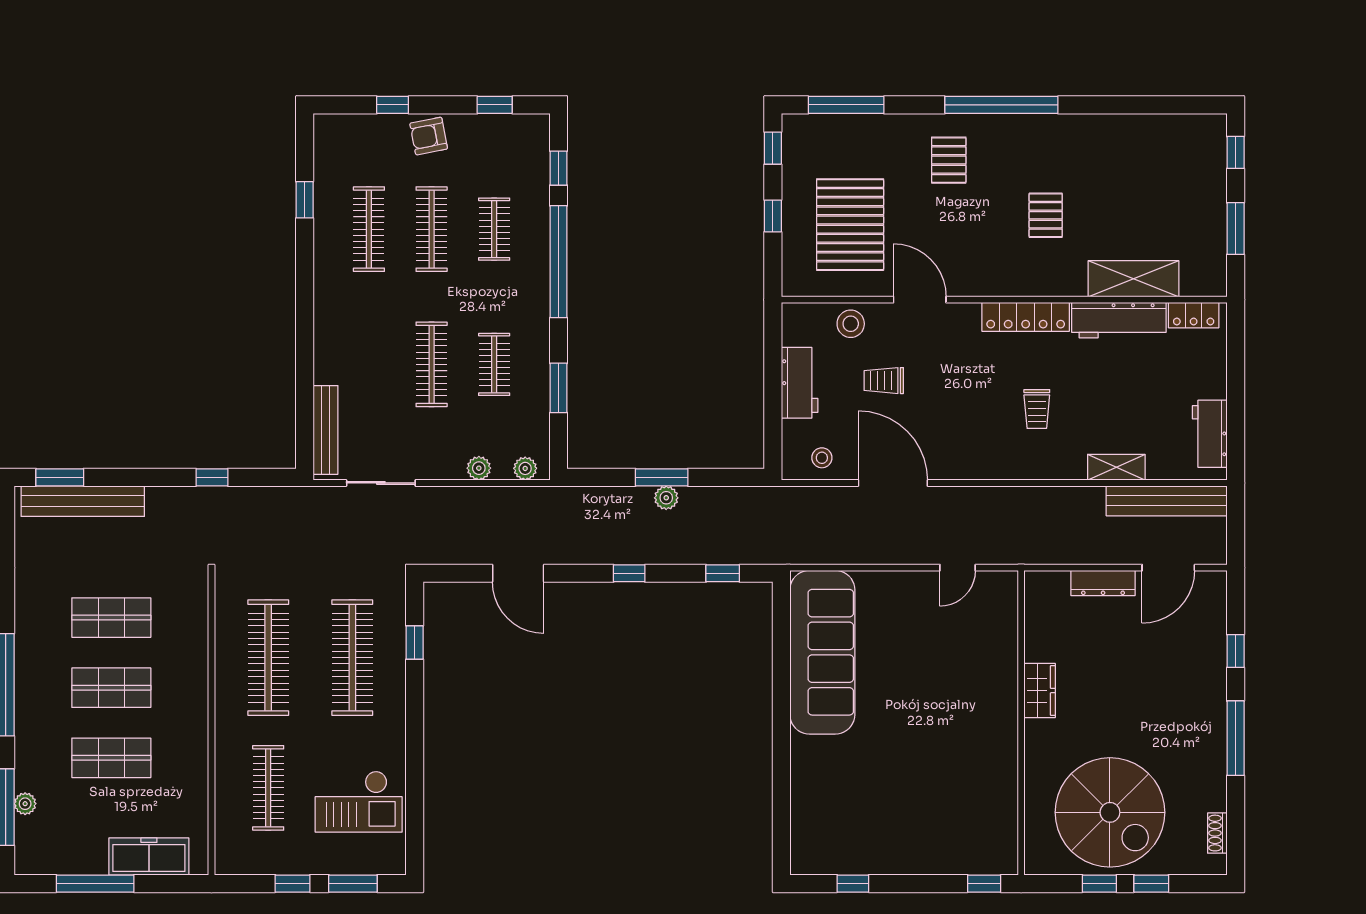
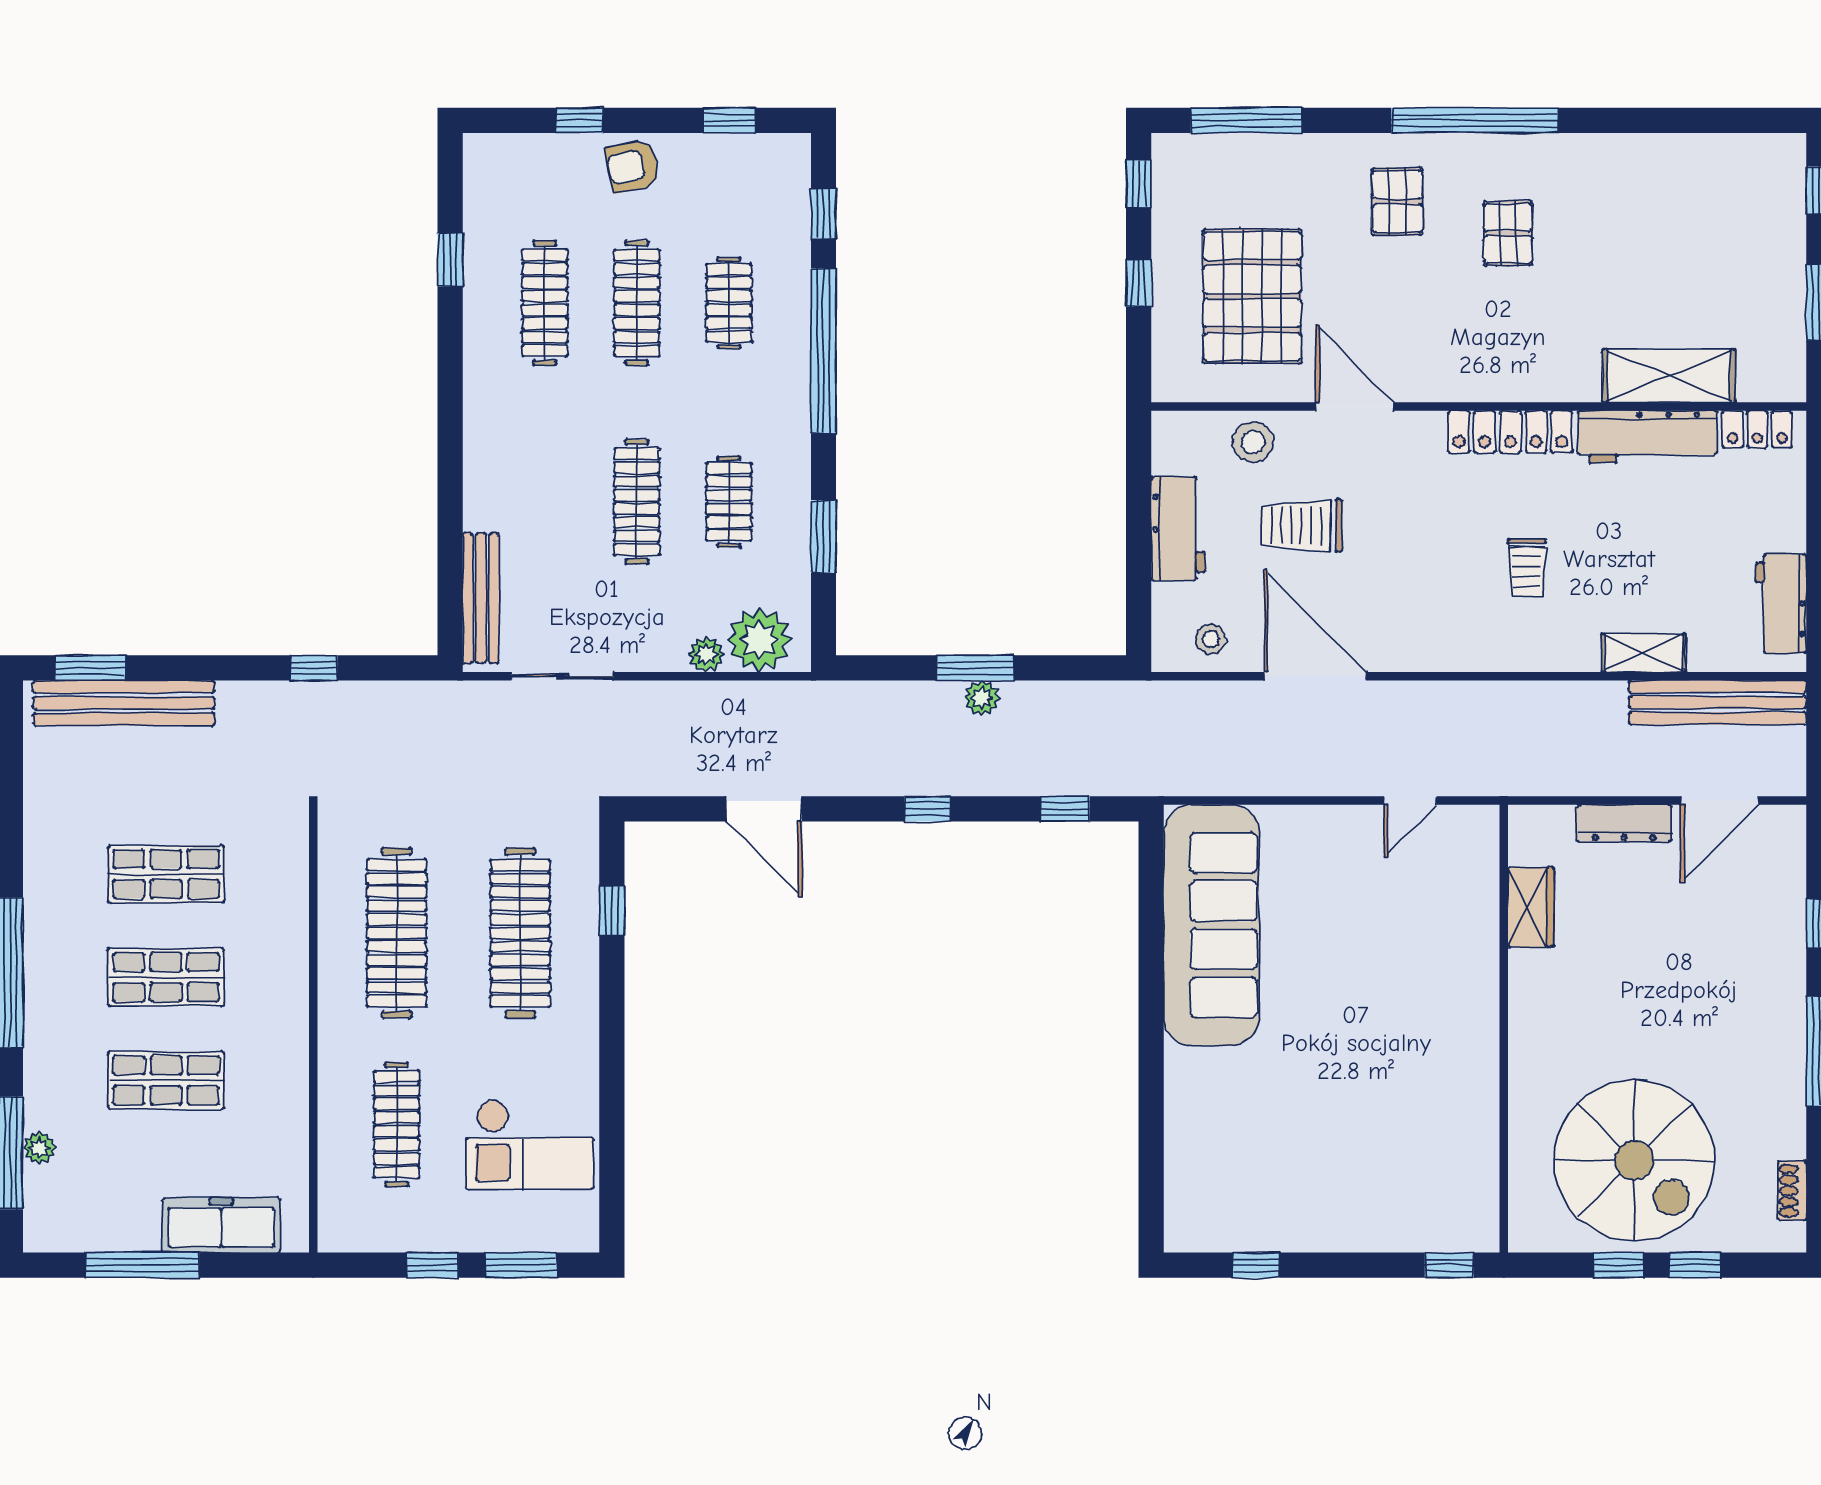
pallet: (1046, 215) -> (1508, 234), moved
trolley: (884, 381) -> (1302, 526), width x1.36, depth x1.39
plant: (525, 468) -> (759, 640), width x1.88, depth x1.88
wardrobe: (1040, 691) -> (1531, 907), moved

